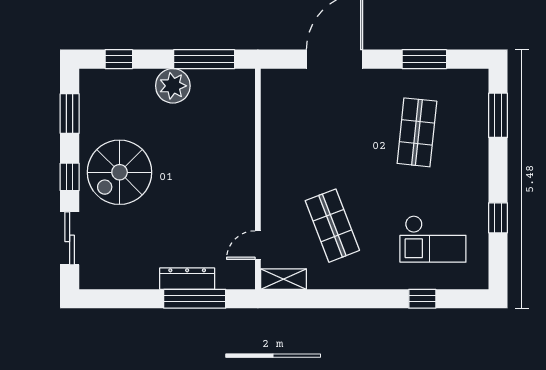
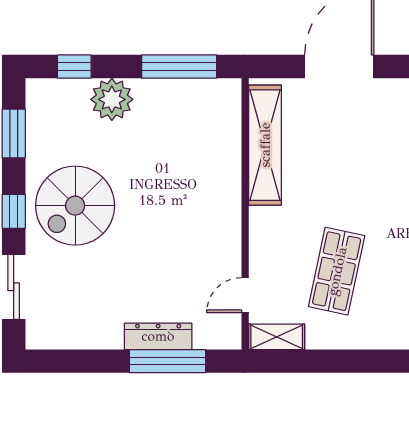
plant: (173, 86) -> (112, 99), moved
shelving: (274, 123) -> (265, 145), added
shop shelf: (332, 226) -> (337, 271), turned 33

